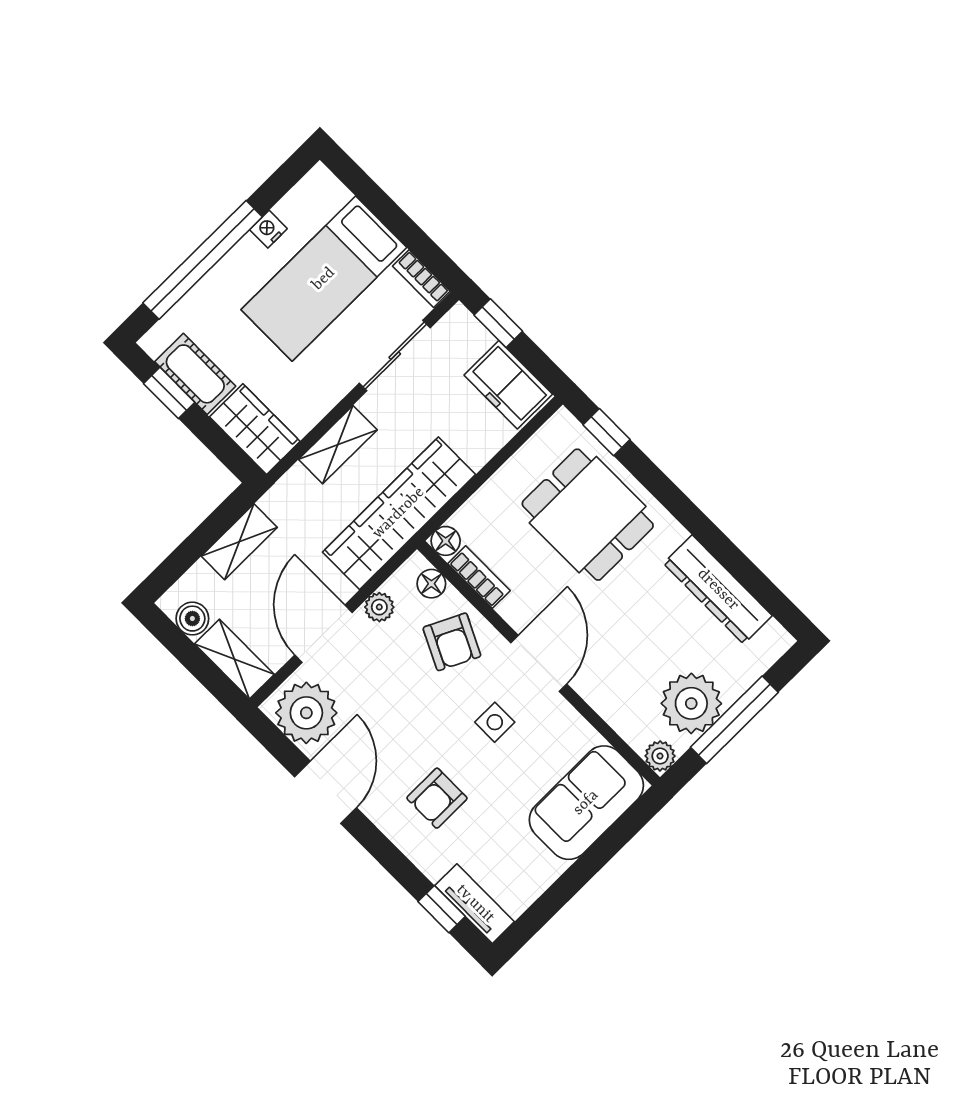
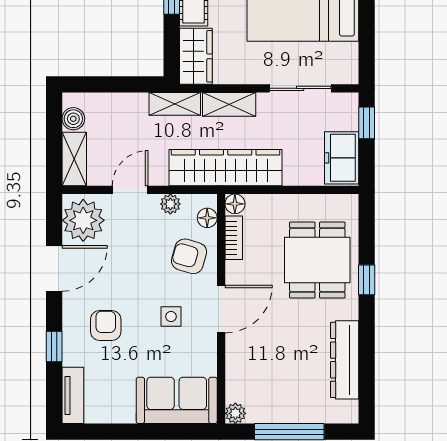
bookcase: (421, 279) -> (351, 64), removed
window: (607, 432) -> (367, 280), moved
shelving: (239, 542) -> (175, 104), moved
door: (324, 634) -> (130, 190), width x0.73
armchair: (452, 642) -> (189, 256), turned 80
plant: (691, 703) -> (276, 403), removed
armchair: (437, 798) -> (106, 325), turned 90
window: (442, 909) -> (54, 346), moved

